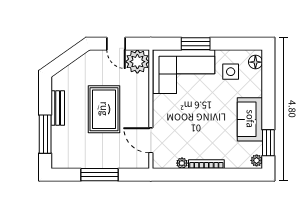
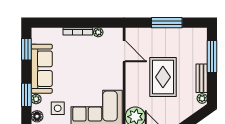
plant: (57, 84) -> (202, 98), added
window: (268, 88) -> (26, 95), added
sofa: (250, 119) -> (42, 69), width x1.36
plant: (257, 160) -> (36, 99), moved

